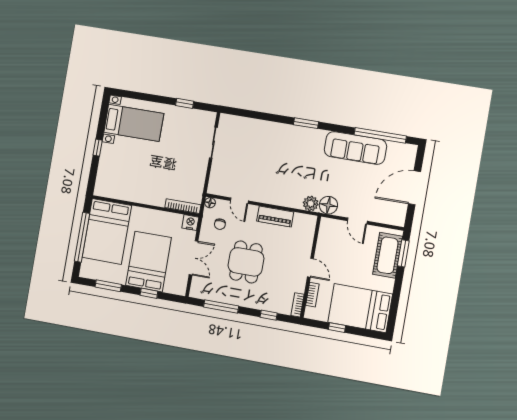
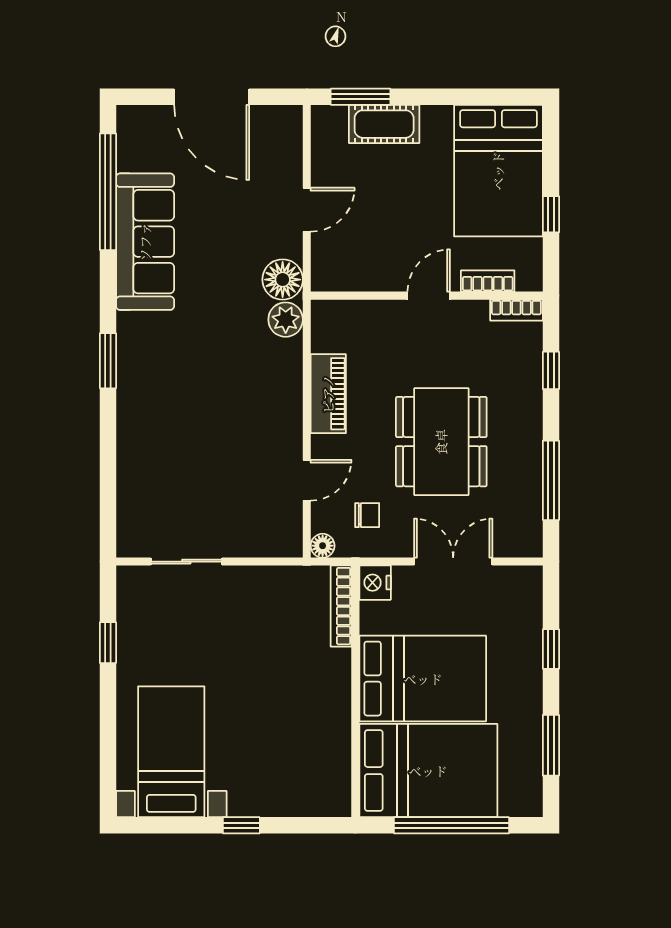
cot: (387, 255) -> (384, 124), width x0.73, depth x0.75
bed: (149, 261) -> (423, 679), moved, turned 180
dining table: (246, 262) -> (441, 442), width x1.38

